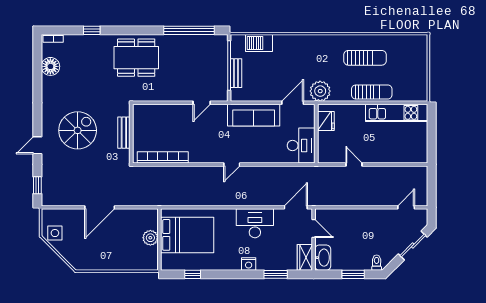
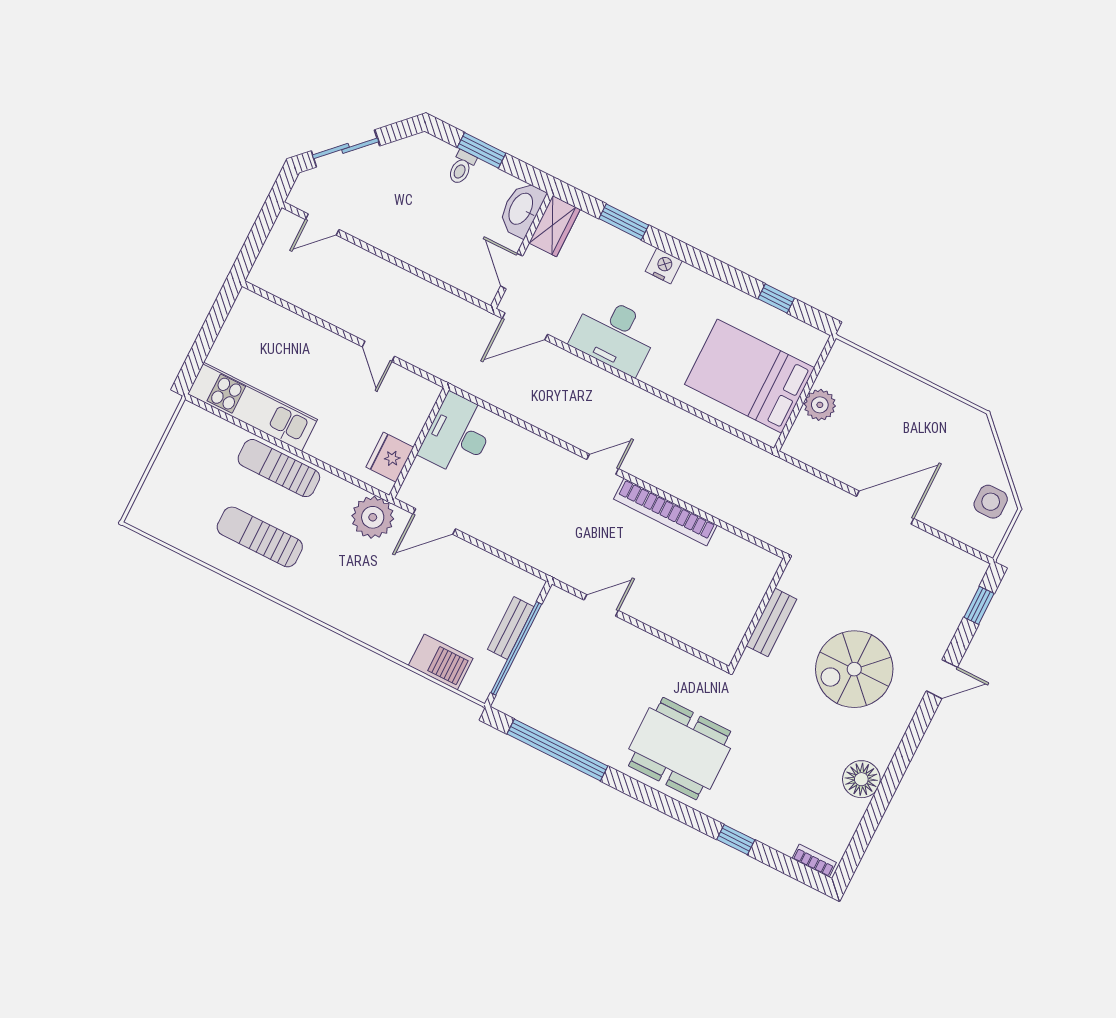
floor lamp: (50, 66) -> (861, 779), moved
sofa: (254, 115) -> (517, 535), removed
bookcase: (163, 157) -> (665, 512), moved
toilet: (377, 263) -> (462, 168), moved

